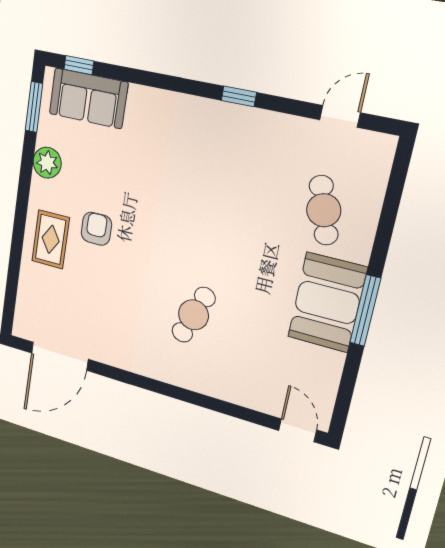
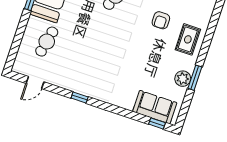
window: (34, 107) -> (195, 78), moved
cafe table: (324, 210) -> (47, 42), turned 30
armchair: (96, 229) -> (161, 20), moved

